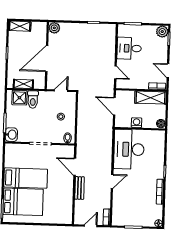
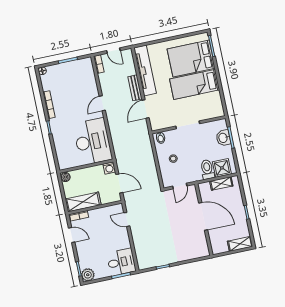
plant: (54, 28) -> (203, 251), removed
desk: (129, 48) -> (121, 262), moved
door: (47, 59) -> (203, 216), hinge flipped
washing machine: (137, 123) -> (109, 168), moved
washbasin: (11, 135) -> (223, 138), moved
door: (75, 167) -> (146, 109), swing flipped
tv unit: (67, 201) -> (145, 70), added
door: (91, 226) -> (113, 51), hinge flipped

